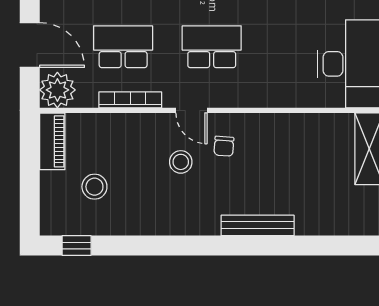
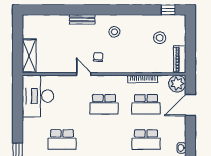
door: (30, 45) -> (190, 105), hinge flipped
door: (191, 110) -> (84, 74), moved
stool: (181, 162) -> (114, 32), moved
bench: (258, 225) -> (82, 19), width x0.73

